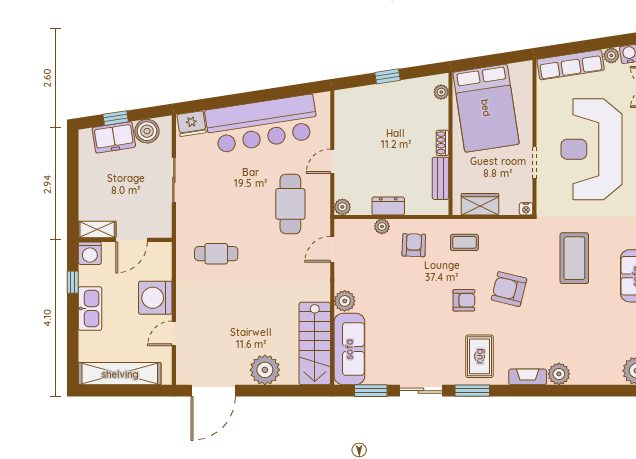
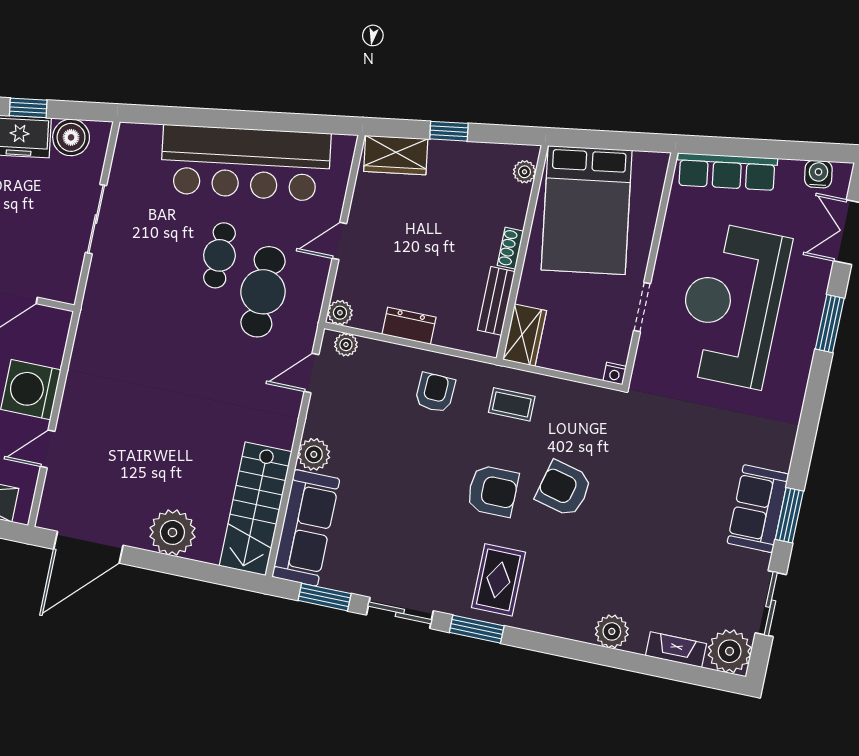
plant: (611, 56) -> (791, 171), removed
wardrobe: (357, 99) -> (396, 155), added
fridge: (192, 124) -> (140, 140), removed
wardrobe: (480, 204) -> (525, 335), moved, turned 90
plant: (382, 226) -> (346, 345), moved
cafe table: (216, 254) -> (219, 255), moved, turned 90
coffee table: (574, 258) -> (672, 463), removed
armchair: (464, 300) -> (493, 491), width x1.38, depth x1.38
fireplace: (528, 377) -> (676, 650), moved

